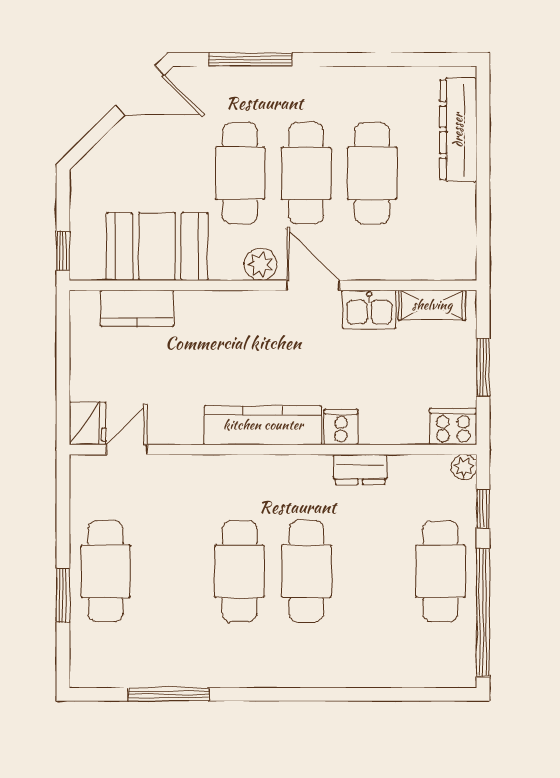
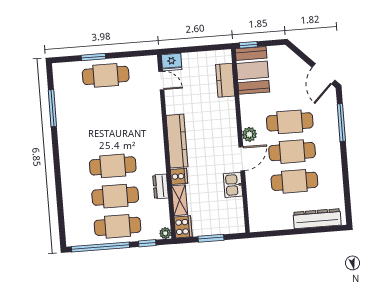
booth: (157, 247) -> (252, 70), moved
shelving: (432, 305) -> (180, 200), moved
cafe table: (240, 571) -> (115, 196), moved

